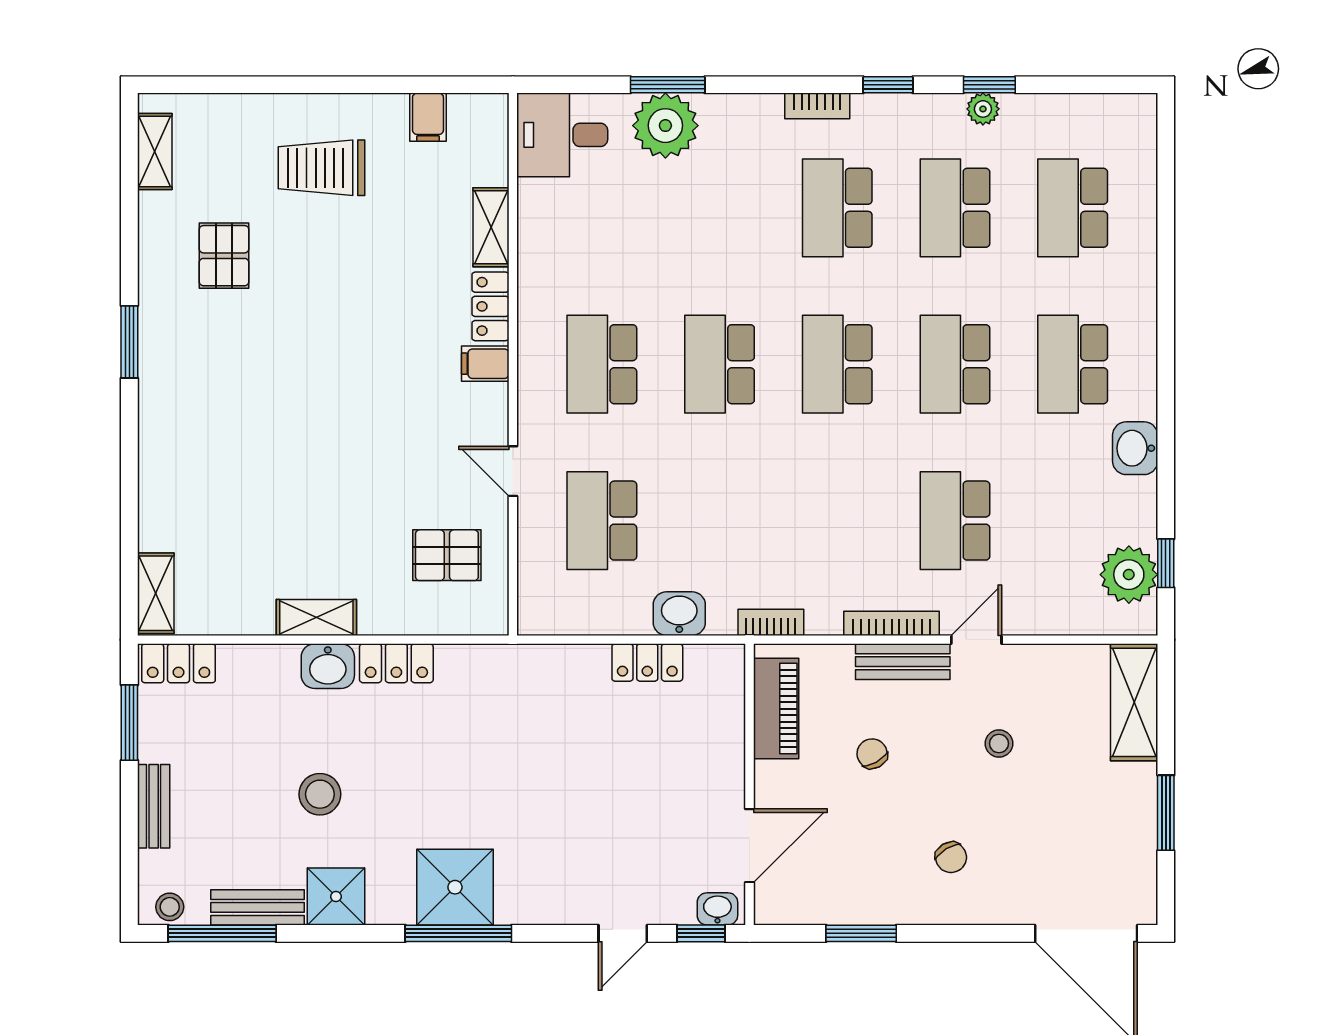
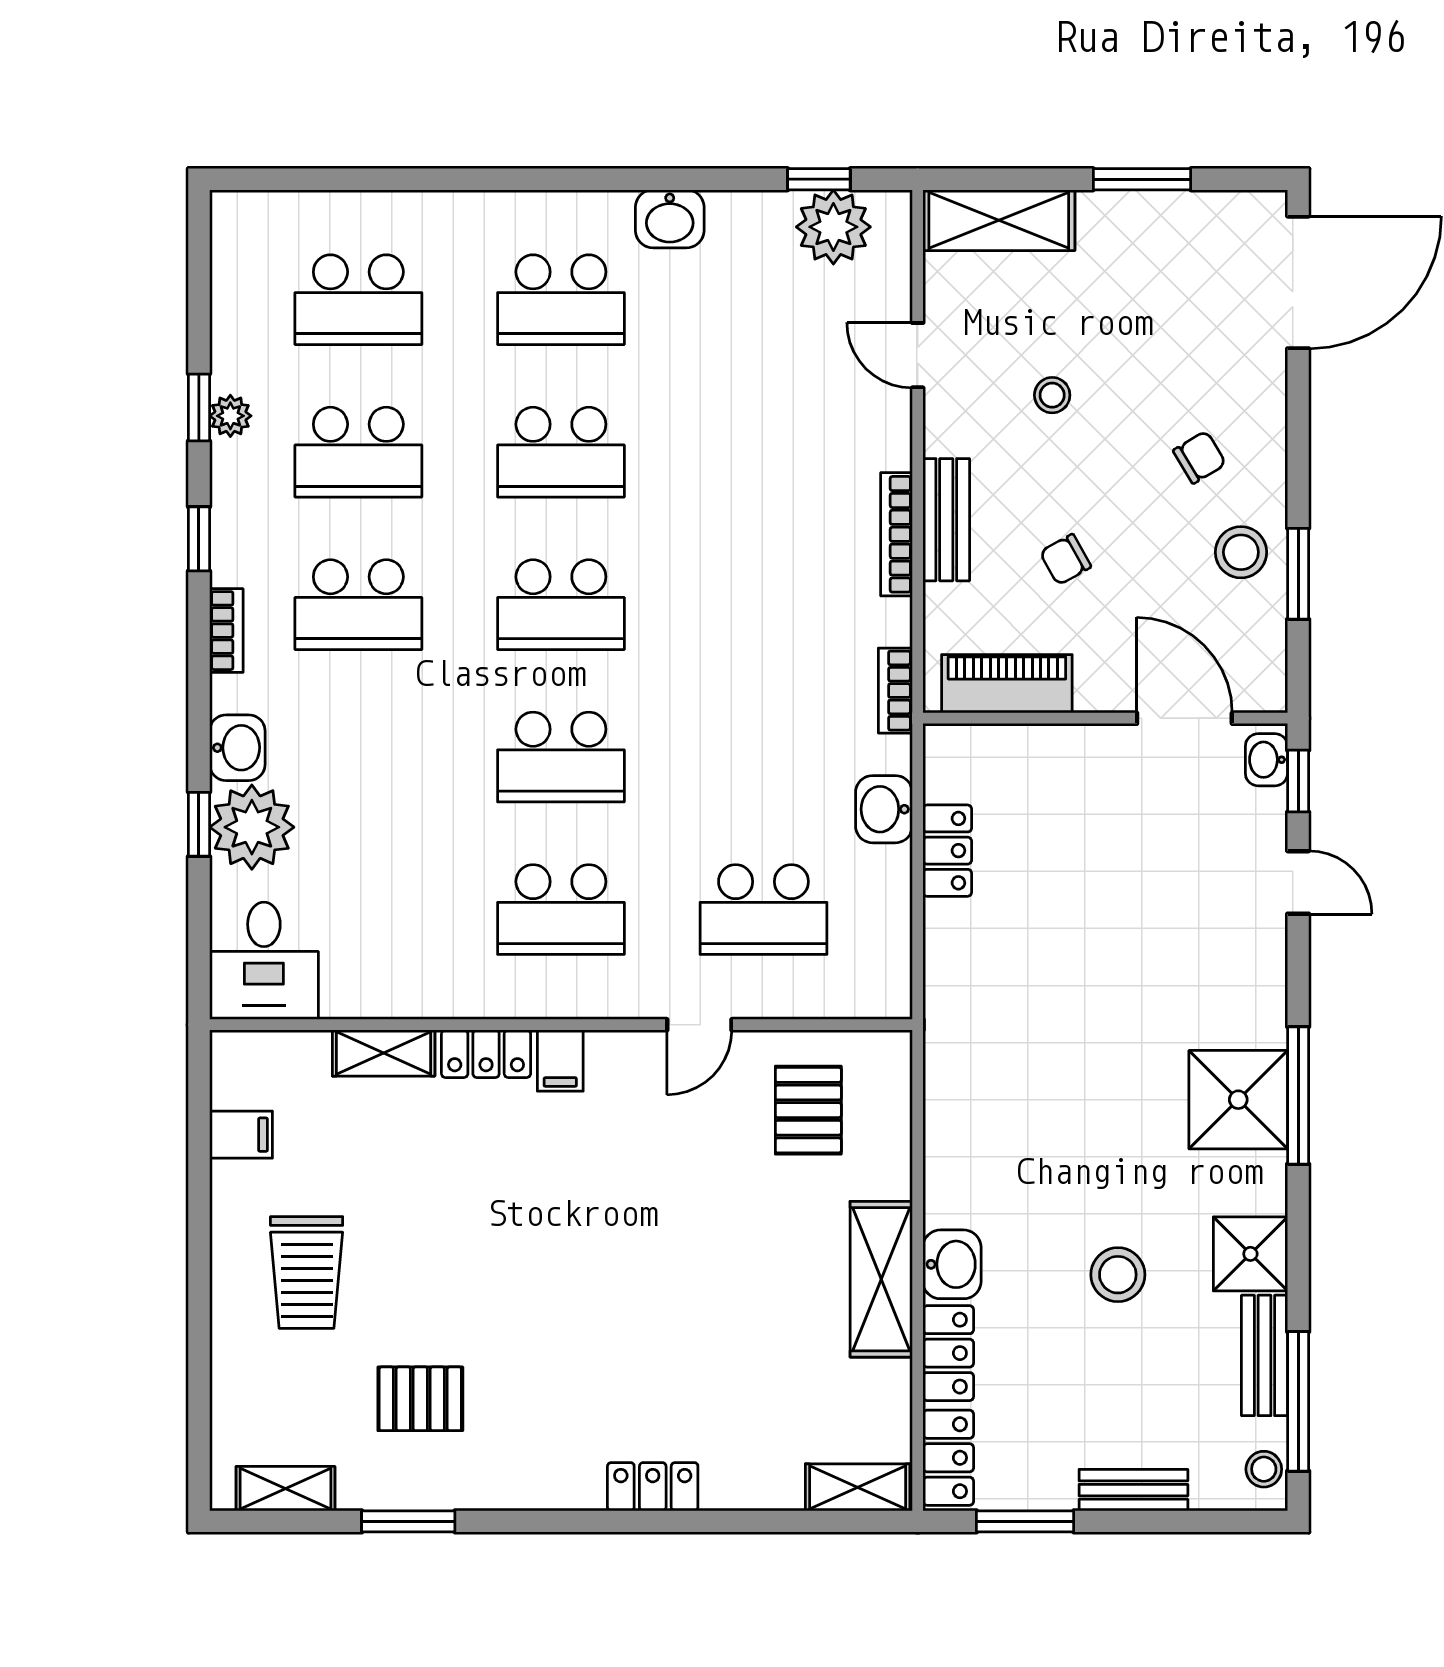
window: (668, 85) -> (199, 824), width x0.67
washbasin: (727, 114) -> (237, 748), added
window: (129, 342) -> (408, 1521), moved
locker: (156, 435) -> (653, 1487), added
school desk: (955, 521) -> (763, 452), removed
shelving: (316, 617) -> (881, 1279), width x1.50, depth x1.33
door: (976, 640) -> (918, 355), moved
locker: (396, 663) -> (948, 1353), moved
stool: (878, 889) -> (1241, 552), added

